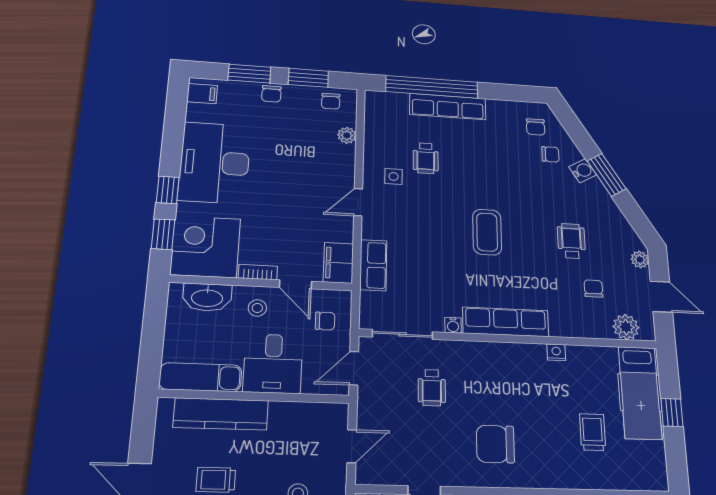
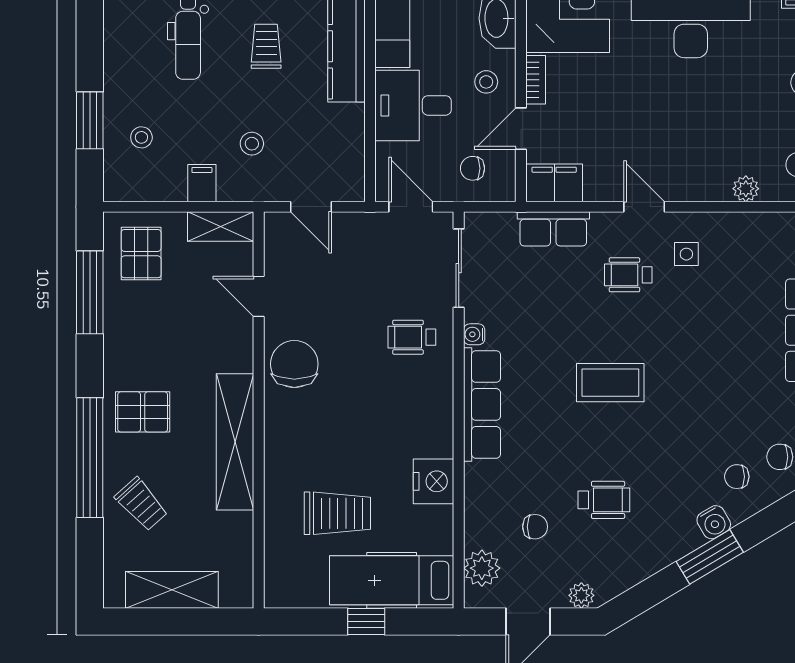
chair: (550, 154) -> (737, 477), turned 90
wheelchair: (426, 158) -> (628, 275), moved
chair: (325, 321) -> (472, 168), turned 90
nightstand: (556, 352) -> (433, 481), width x1.89, depth x1.79
wheelchair: (432, 388) -> (412, 337), moved
trolley: (593, 432) -> (337, 513), width x1.36, depth x1.39
chair: (495, 444) -> (294, 364), moved

